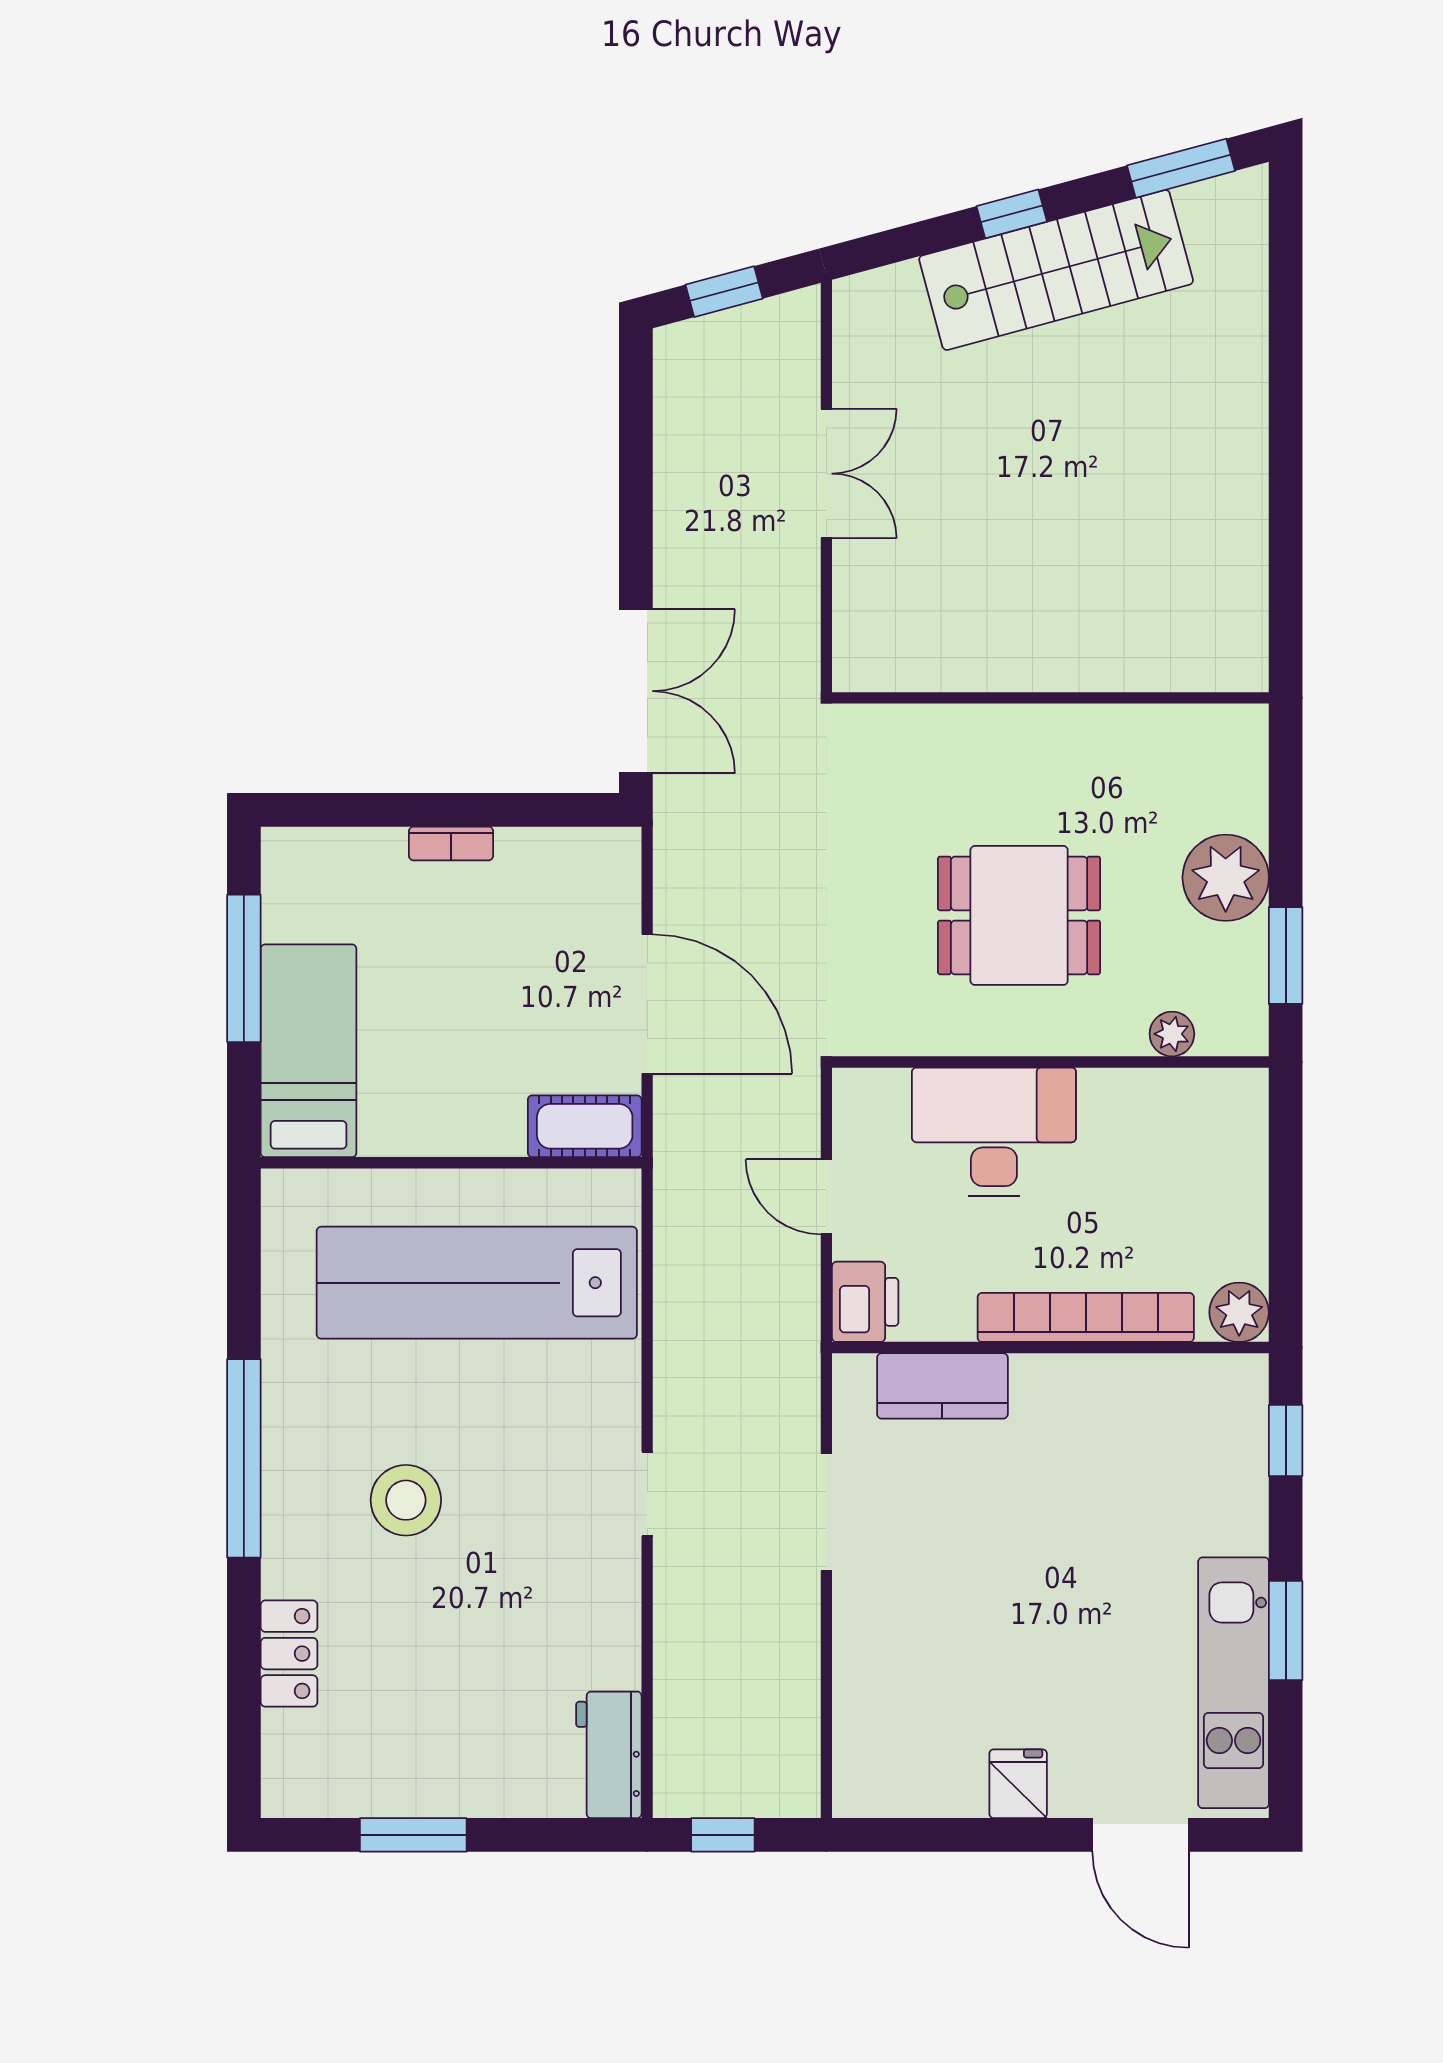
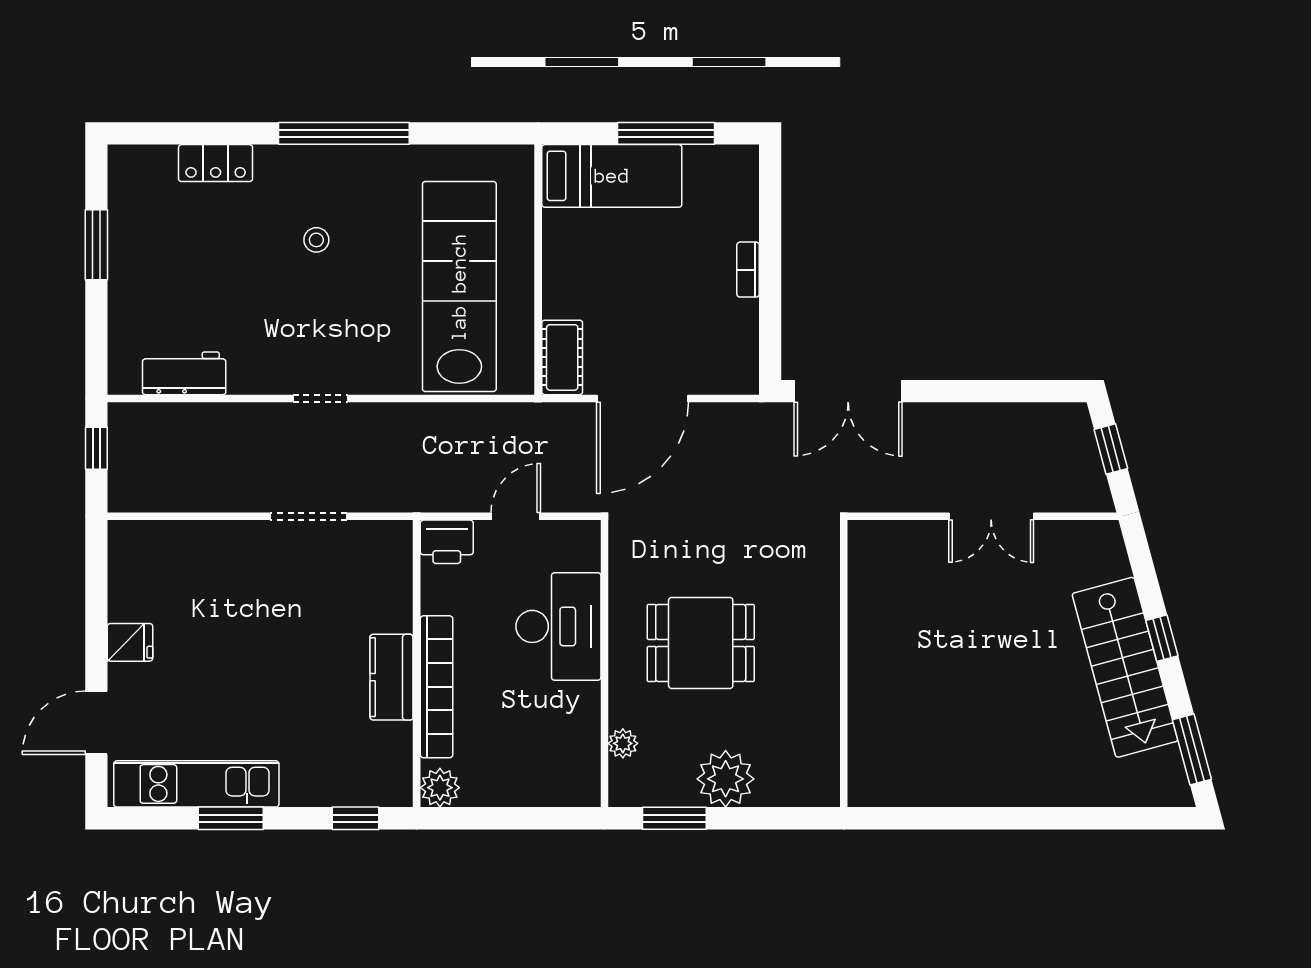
dining table: (1019, 915) -> (701, 643), turned 90
kitchen counter: (942, 1386) -> (392, 677), moved
stool: (406, 1500) -> (316, 240), width x0.53, depth x0.53
workbench: (609, 1755) -> (184, 373), moved

